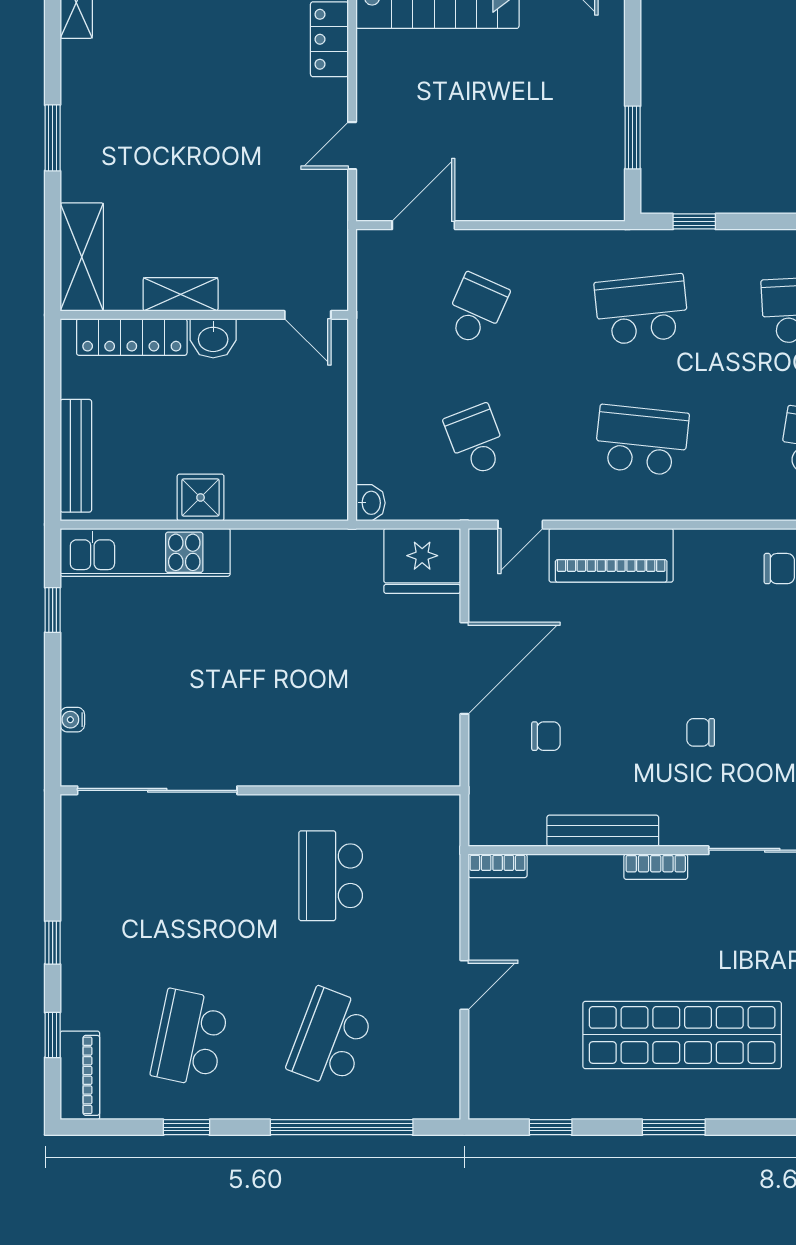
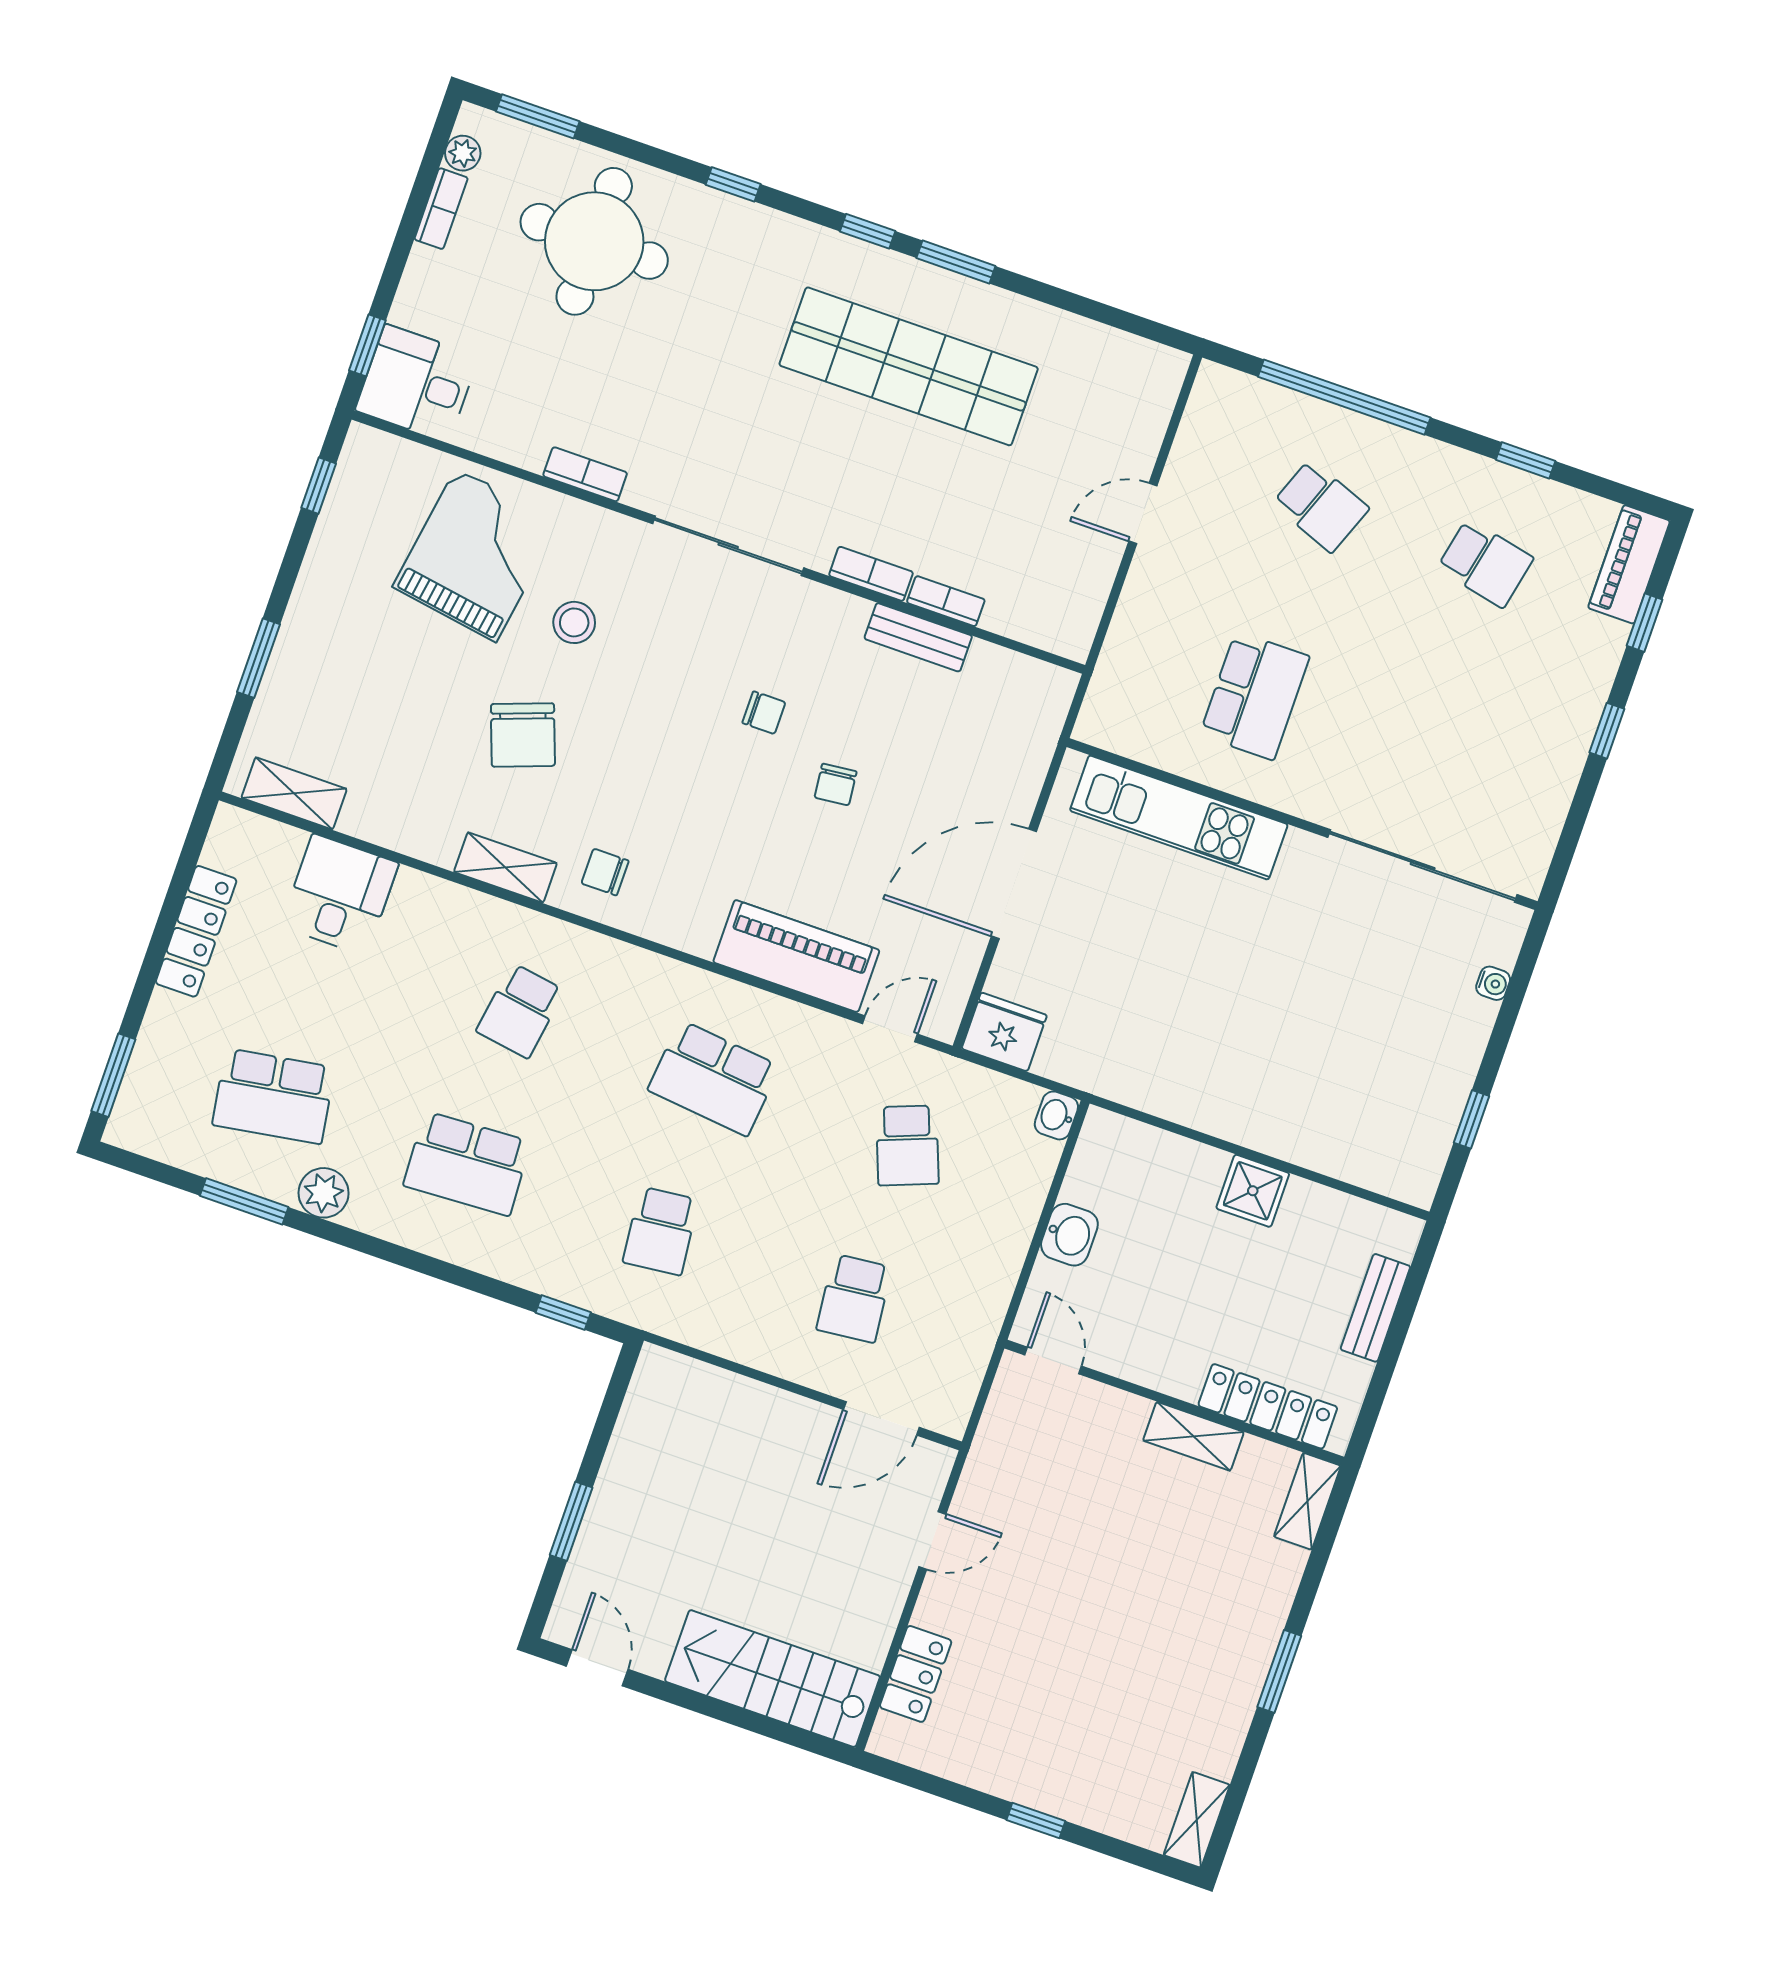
window: (633, 137) -> (571, 1521), moved
shelving: (82, 257) -> (1307, 1501), width x0.67, depth x0.75
school desk: (476, 309) -> (854, 1298), turned -30
school desk: (642, 309) -> (661, 1231), width x0.54
washbasin: (213, 338) -> (1069, 1235), moved, turned 90
bench: (76, 456) -> (1375, 1308), width x0.73
kitchen unit: (145, 552) -> (1179, 817), moved, turned 180
fridge: (422, 561) -> (1004, 1032), width x0.73, depth x0.75
chair: (546, 736) -> (836, 784), moved, turned -96
bench: (603, 831) -> (918, 637), width x0.73
bookcase: (498, 866) -> (946, 601), moved
school desk: (190, 1038) -> (1485, 563), width x0.54
school desk: (331, 1038) -> (1321, 506), width x0.54
window: (551, 1127) -> (868, 231), moved

